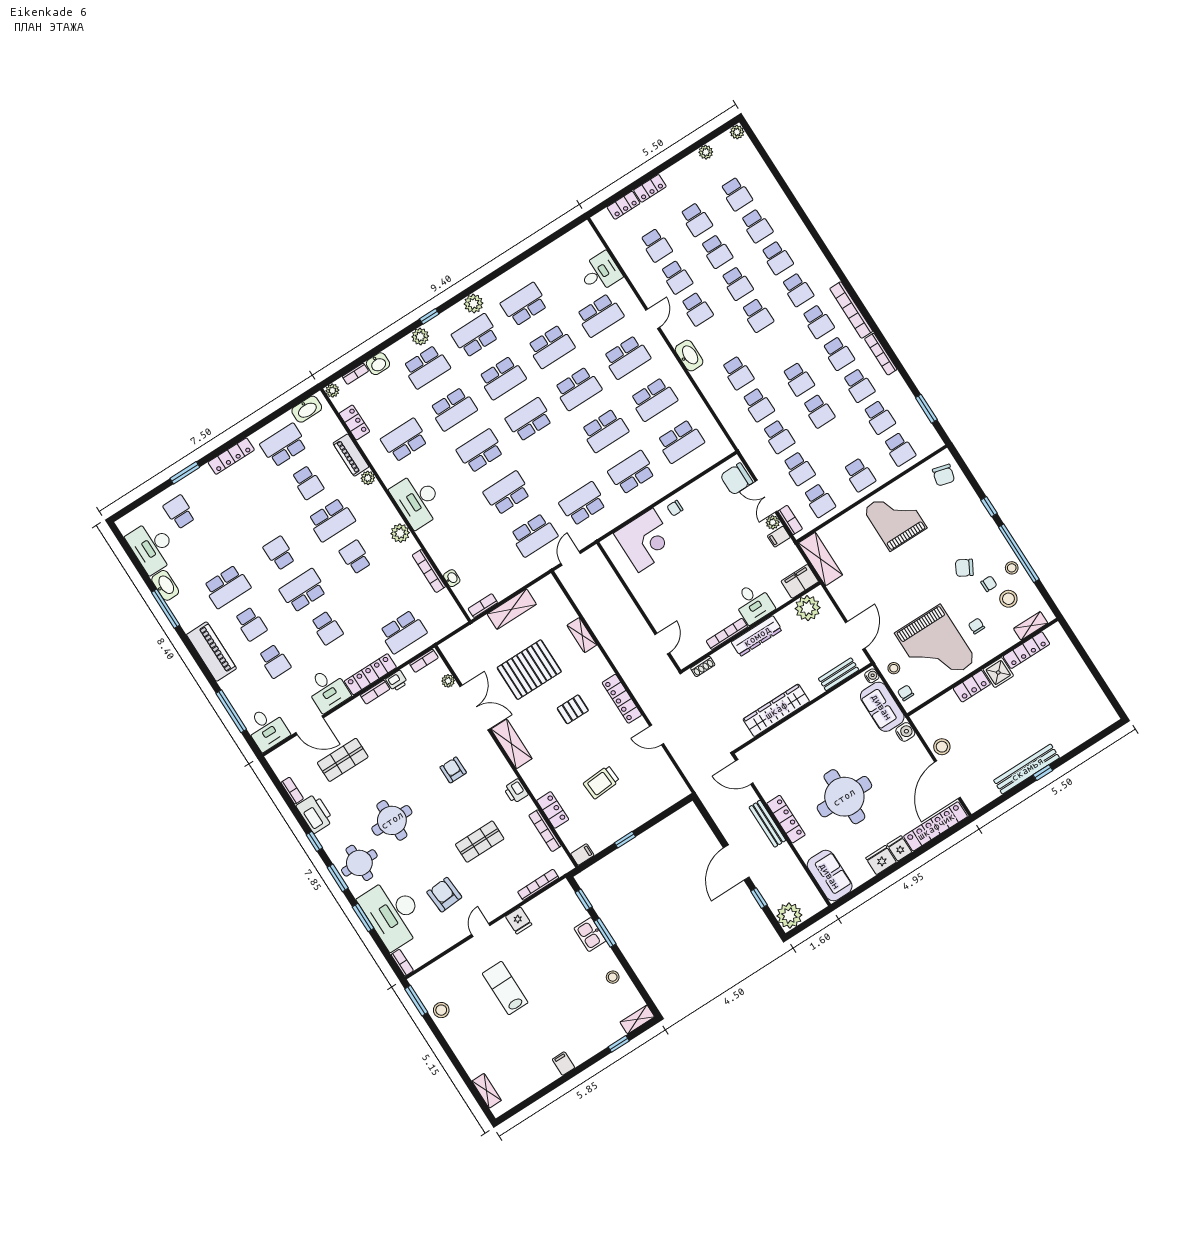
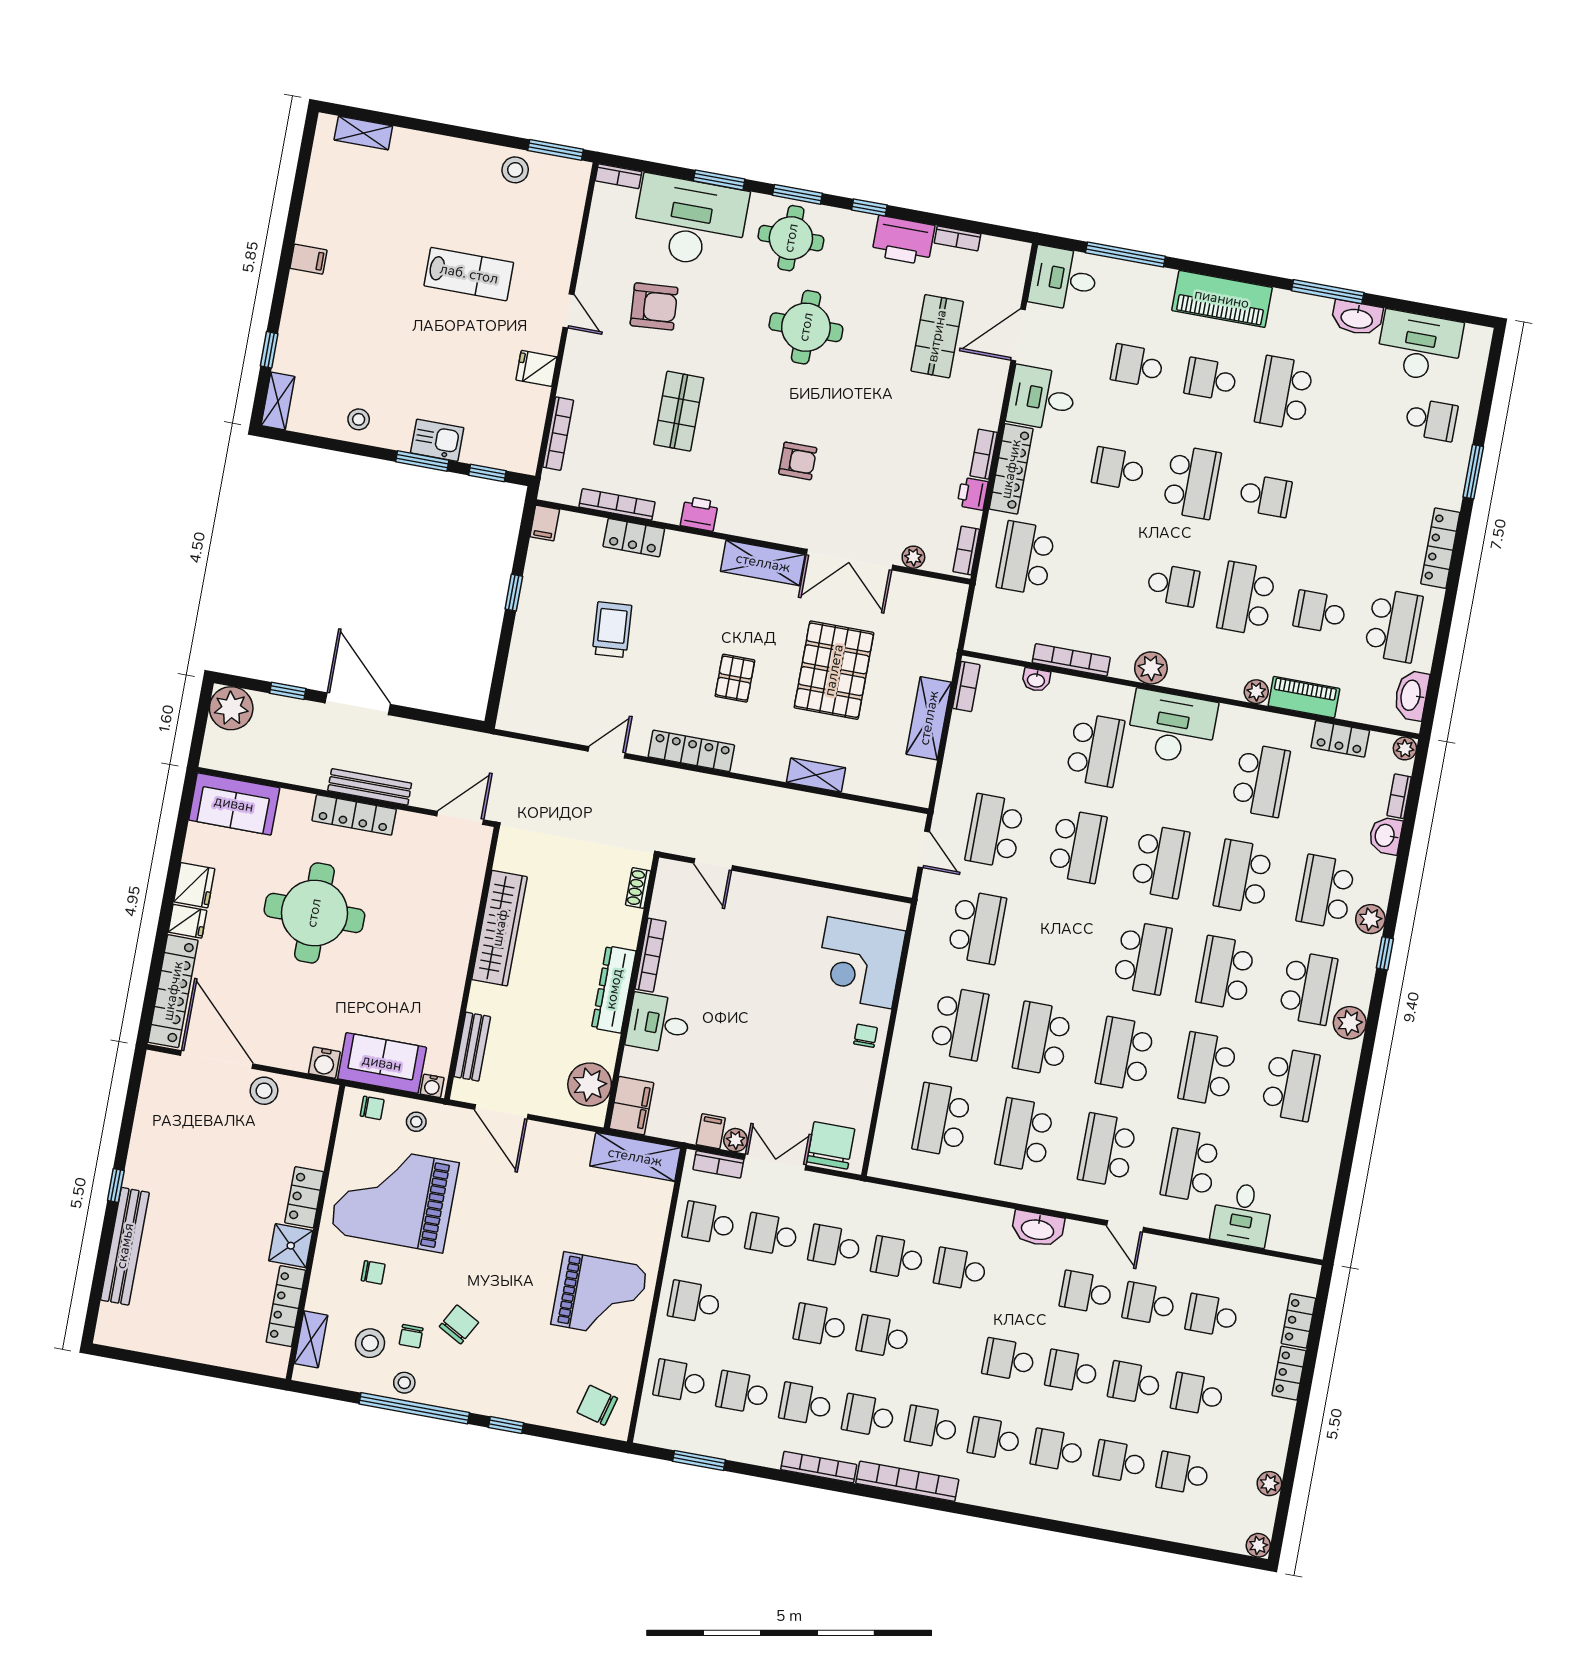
school desk: (458, 524) -> (1095, 750), added
bench: (1027, 769) -> (125, 1246), moved

